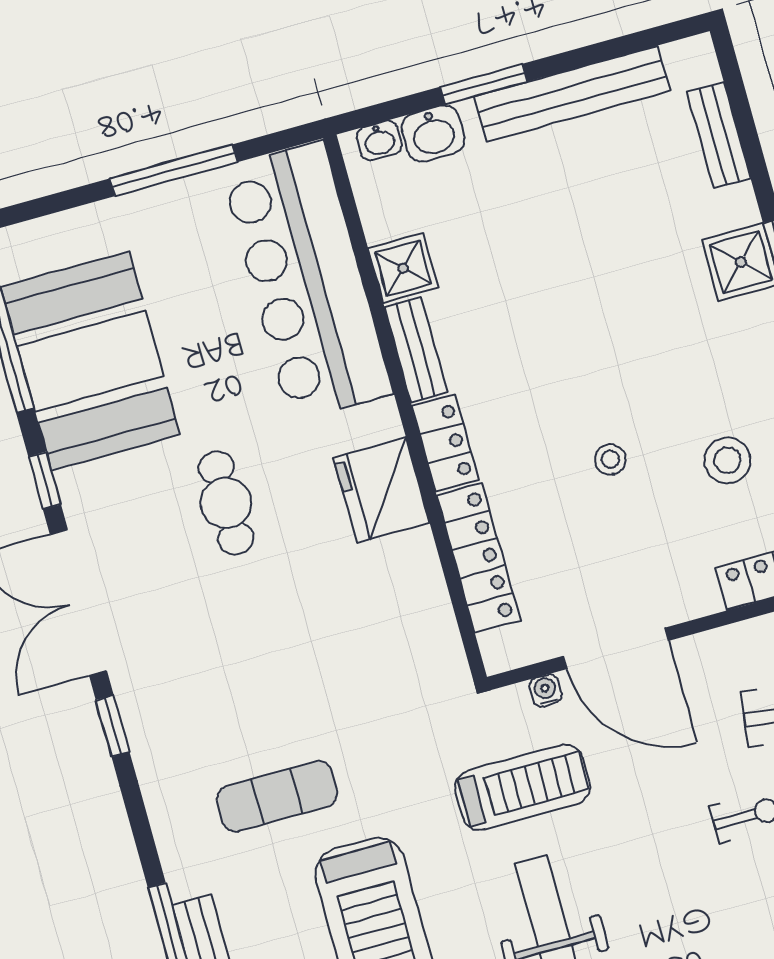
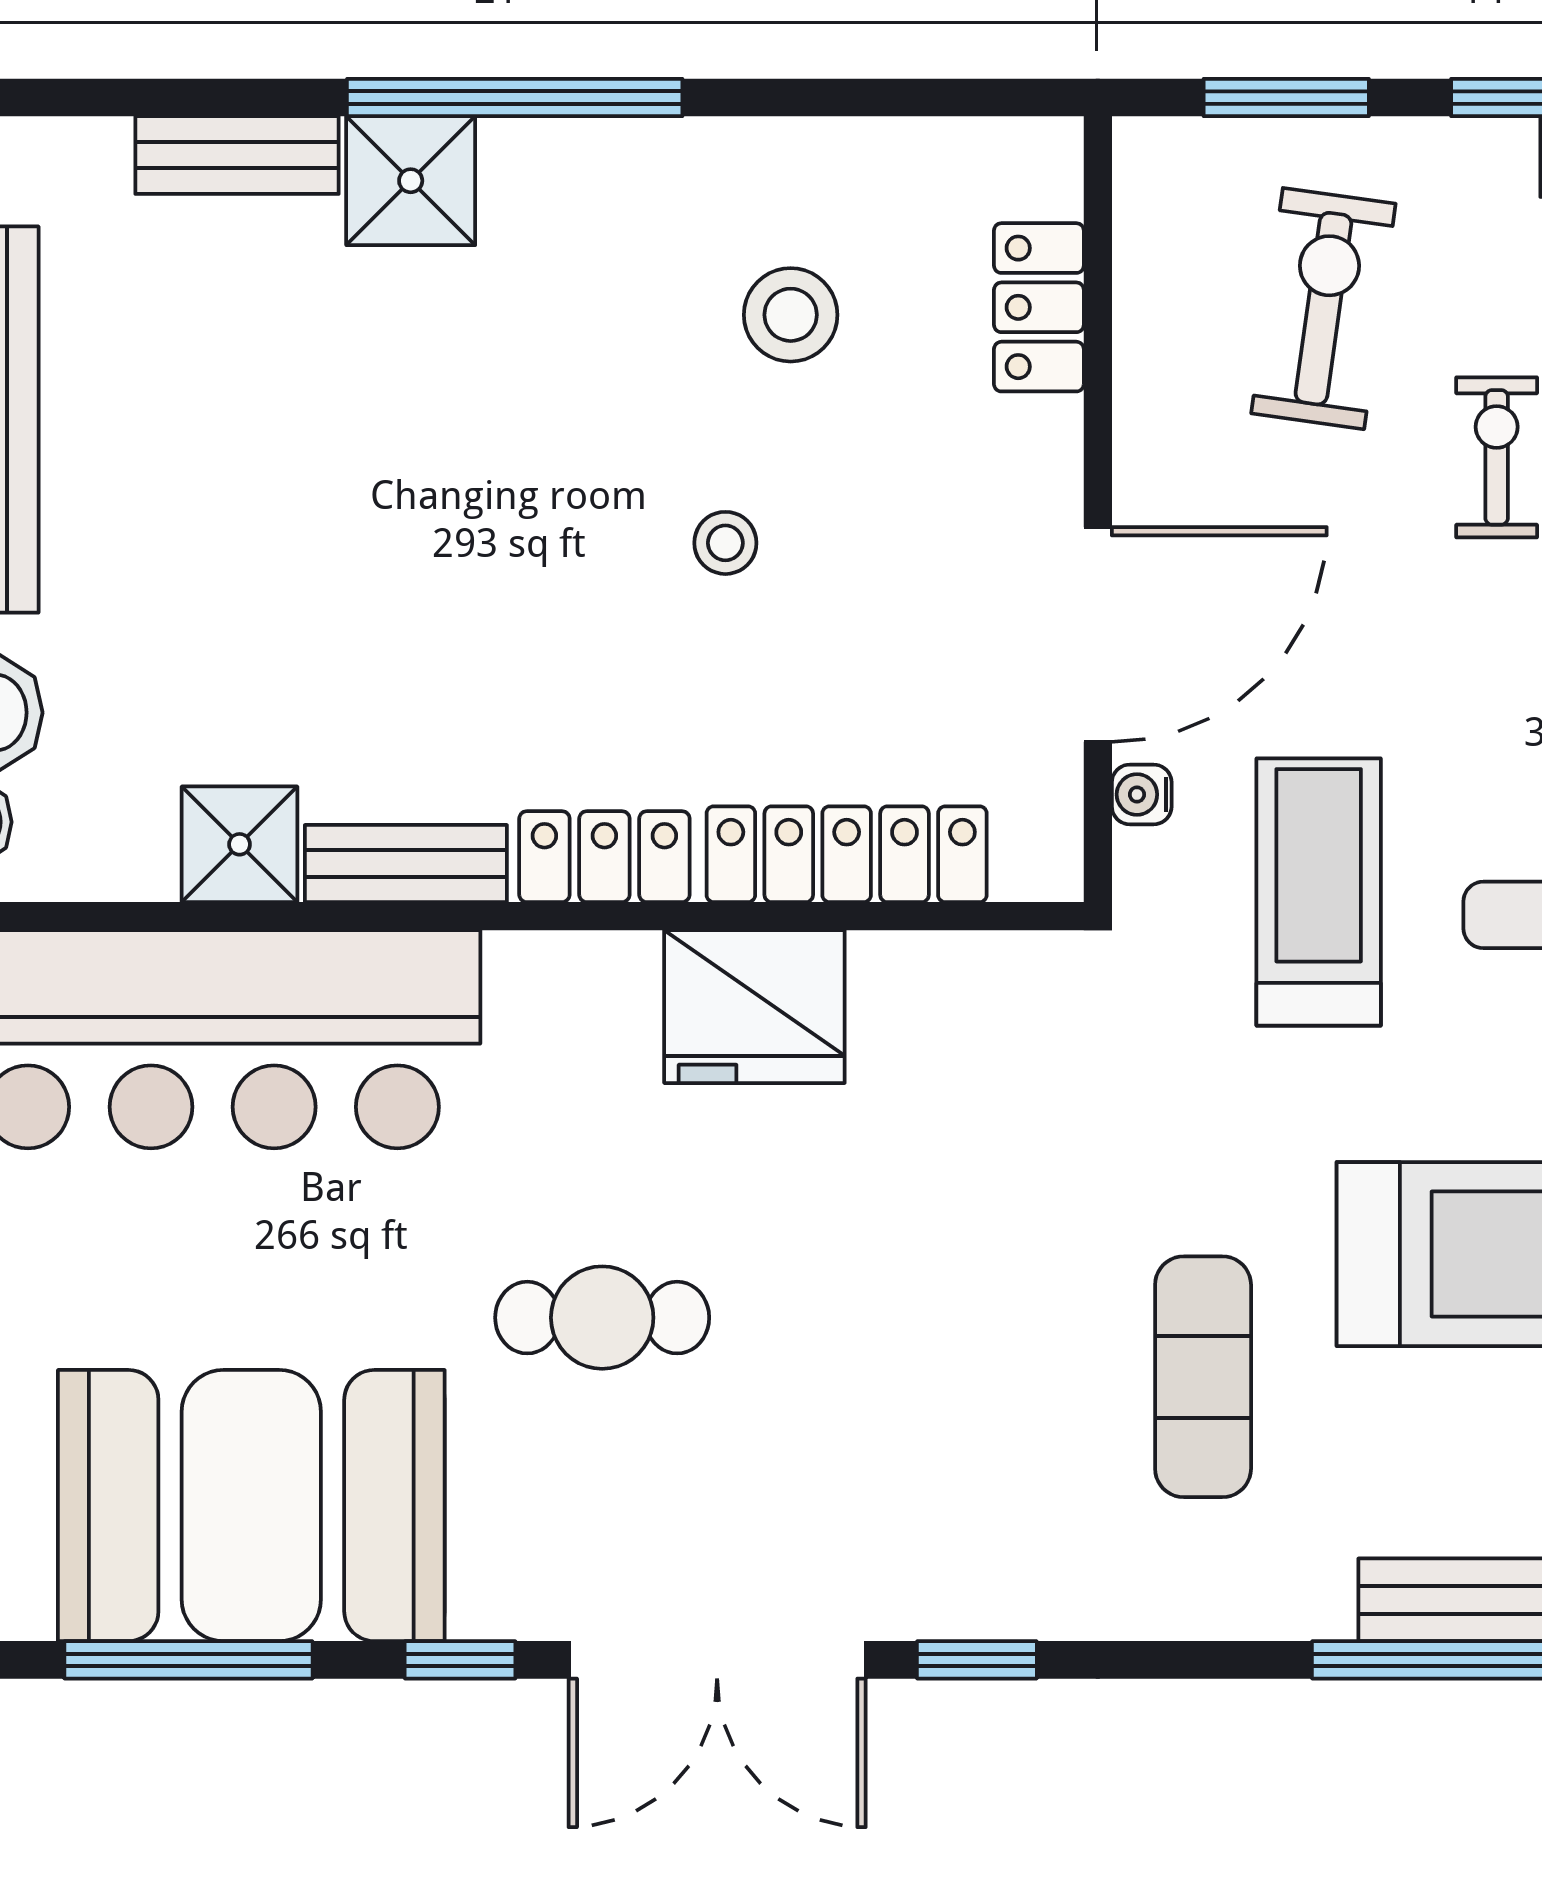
bench: (719, 135) -> (237, 155), moved
fridge: (382, 490) -> (754, 1007), moved

